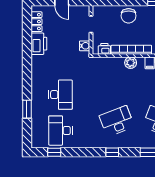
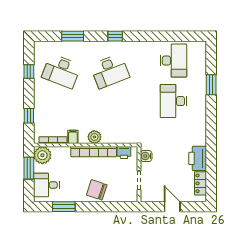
chair: (129, 16) -> (97, 190), turned -72
window: (54, 152) -> (181, 36), removed

